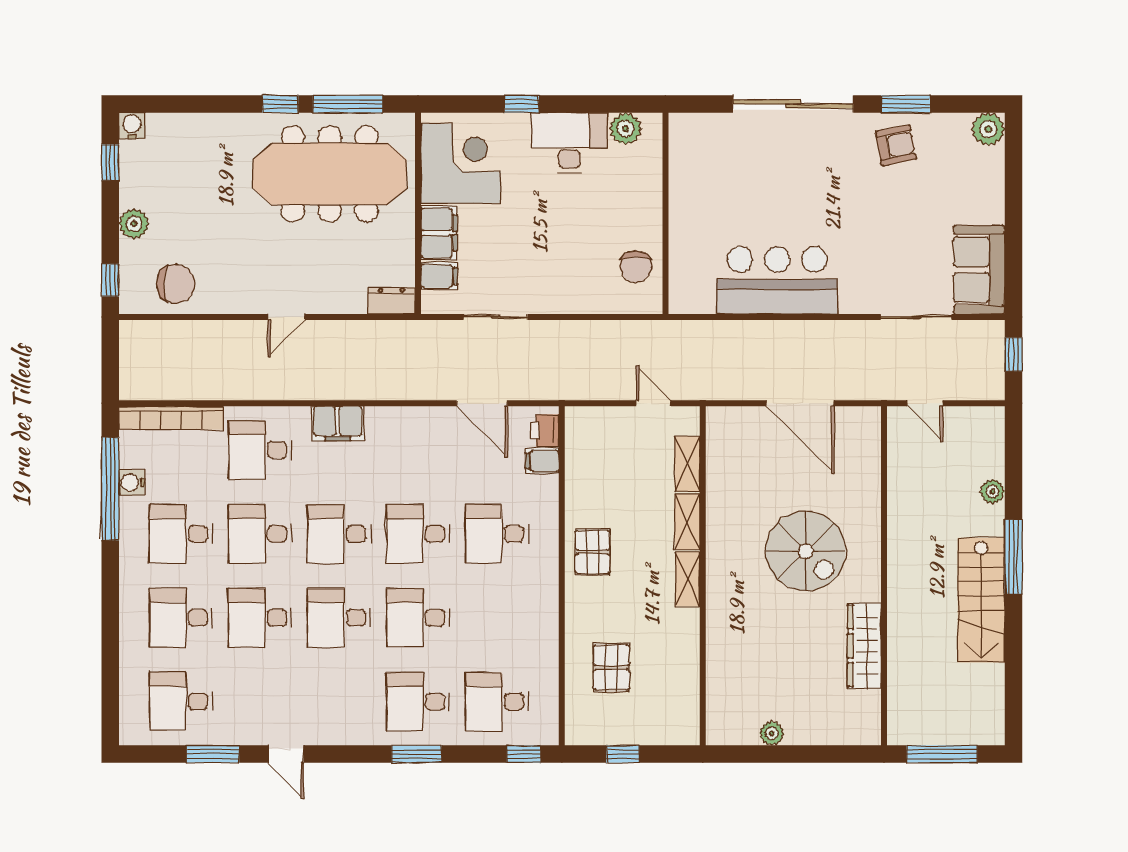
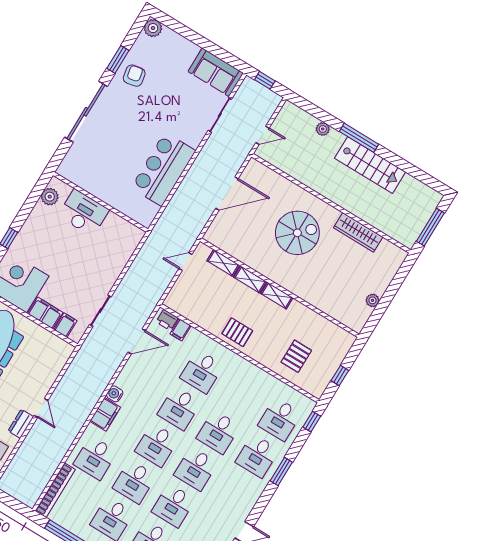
desk: (569, 143) -> (83, 213), moved, turned 90
chair: (636, 267) -> (117, 231), removed
dresser: (391, 301) -> (21, 424), moved
water cooler: (132, 483) -> (115, 394), moved, turned 90
pallet: (611, 667) -> (296, 356), turned 90

